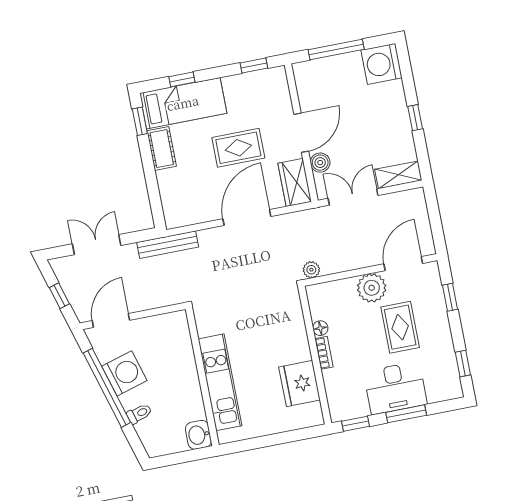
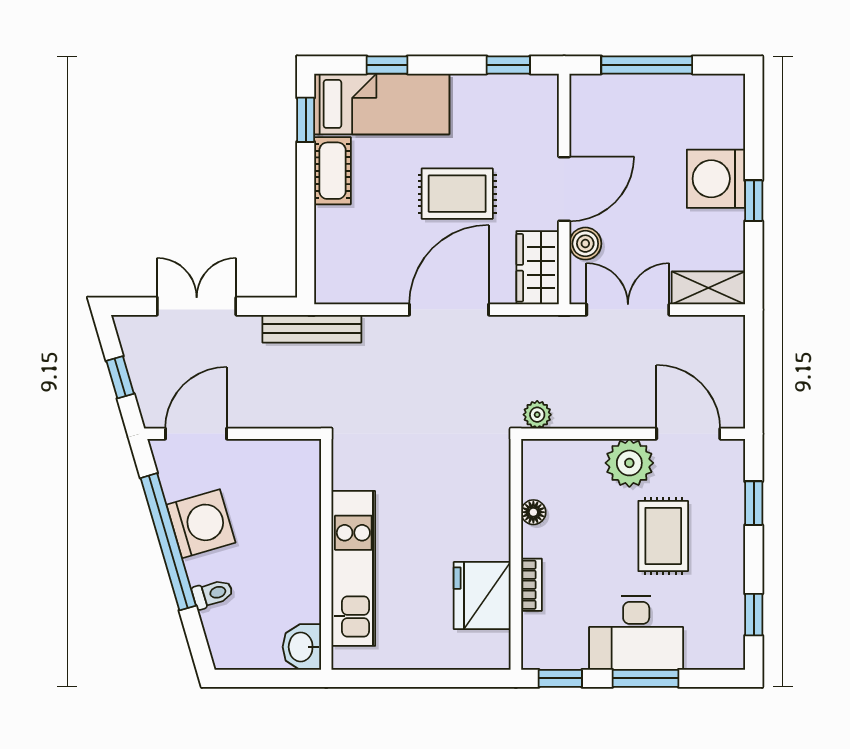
washing machine: (381, 64) -> (716, 179), moved
door: (403, 264) -> (688, 434), hinge flipped
bookcase: (324, 353) -> (531, 585), moved

